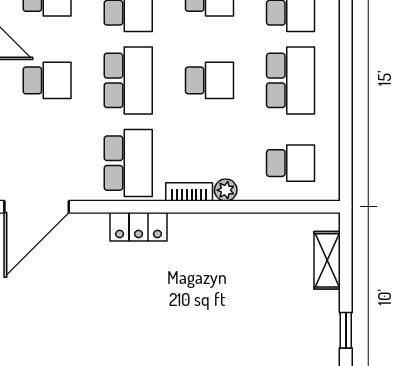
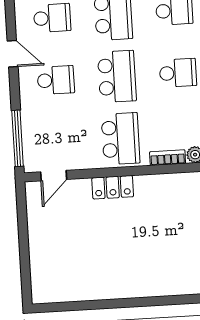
door: (37, 207) -> (54, 176), width x0.53
locker: (139, 227) -> (113, 187), moved

